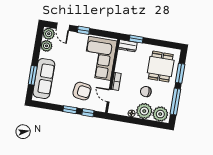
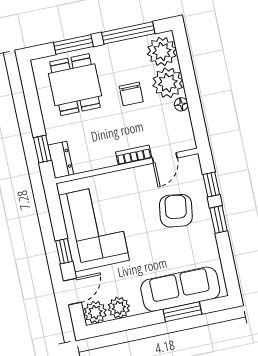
corner sofa: (100, 58) -> (94, 228), moved, turned -90
dining table: (161, 67) -> (75, 85), turned 90

